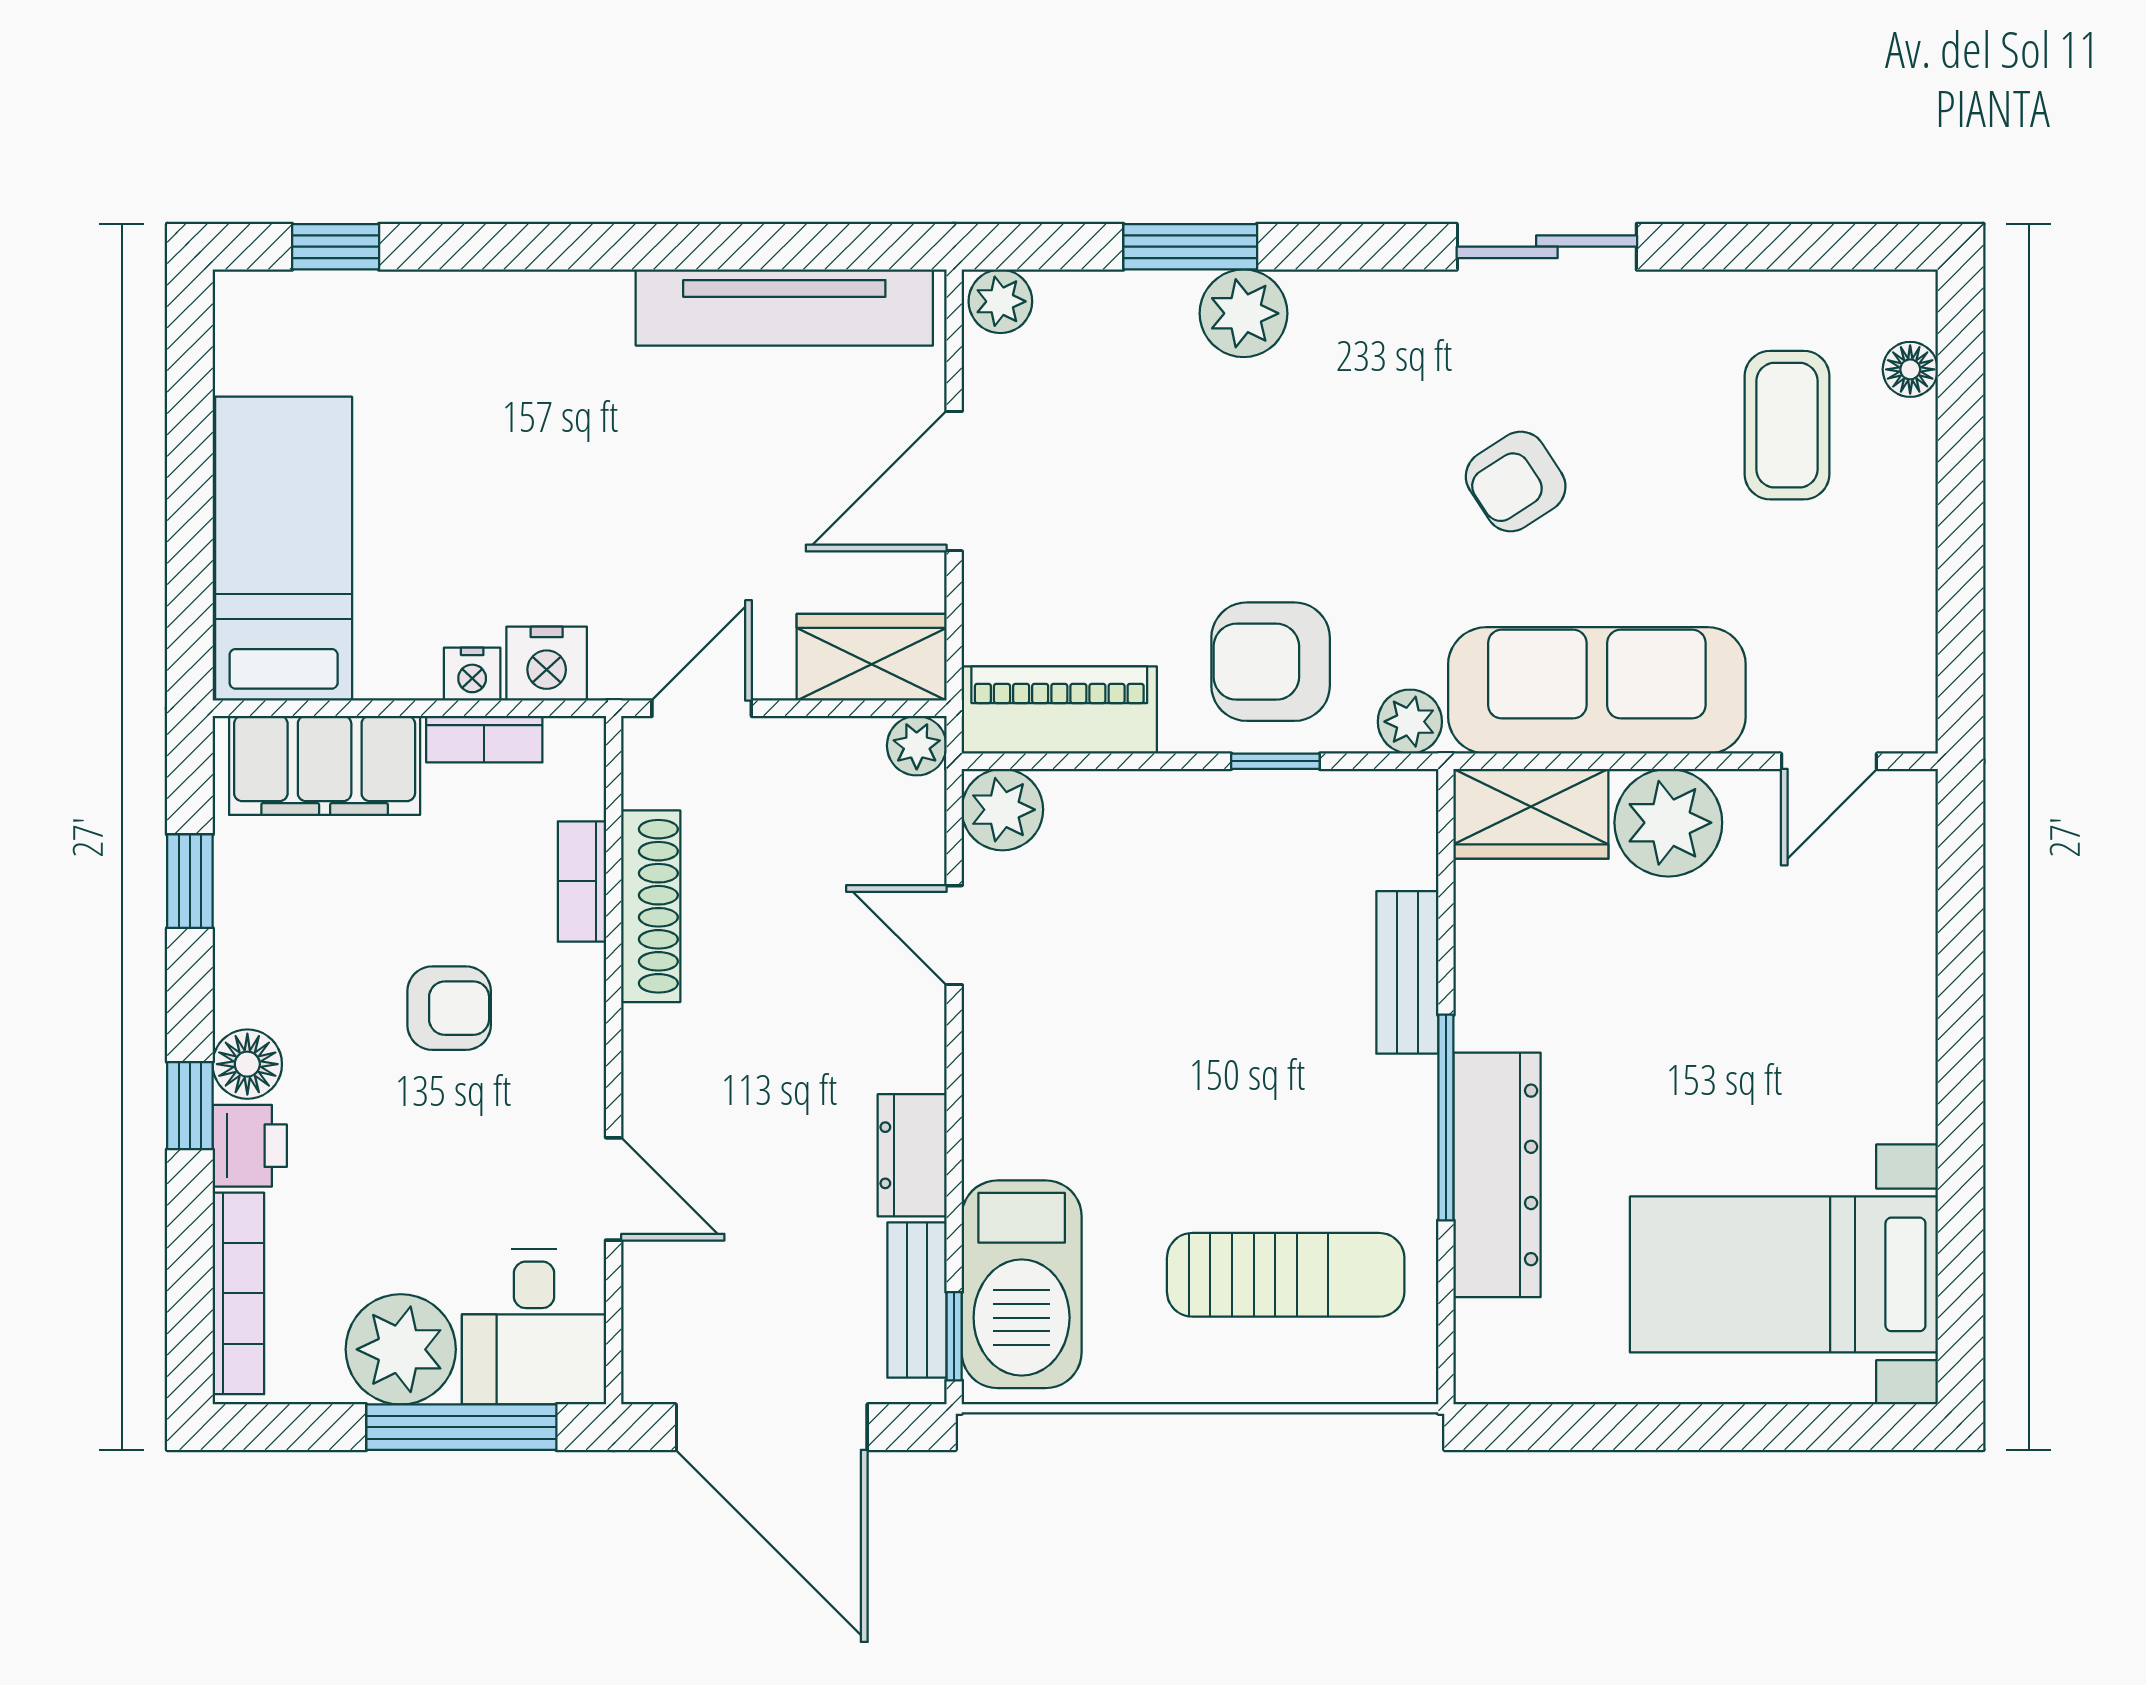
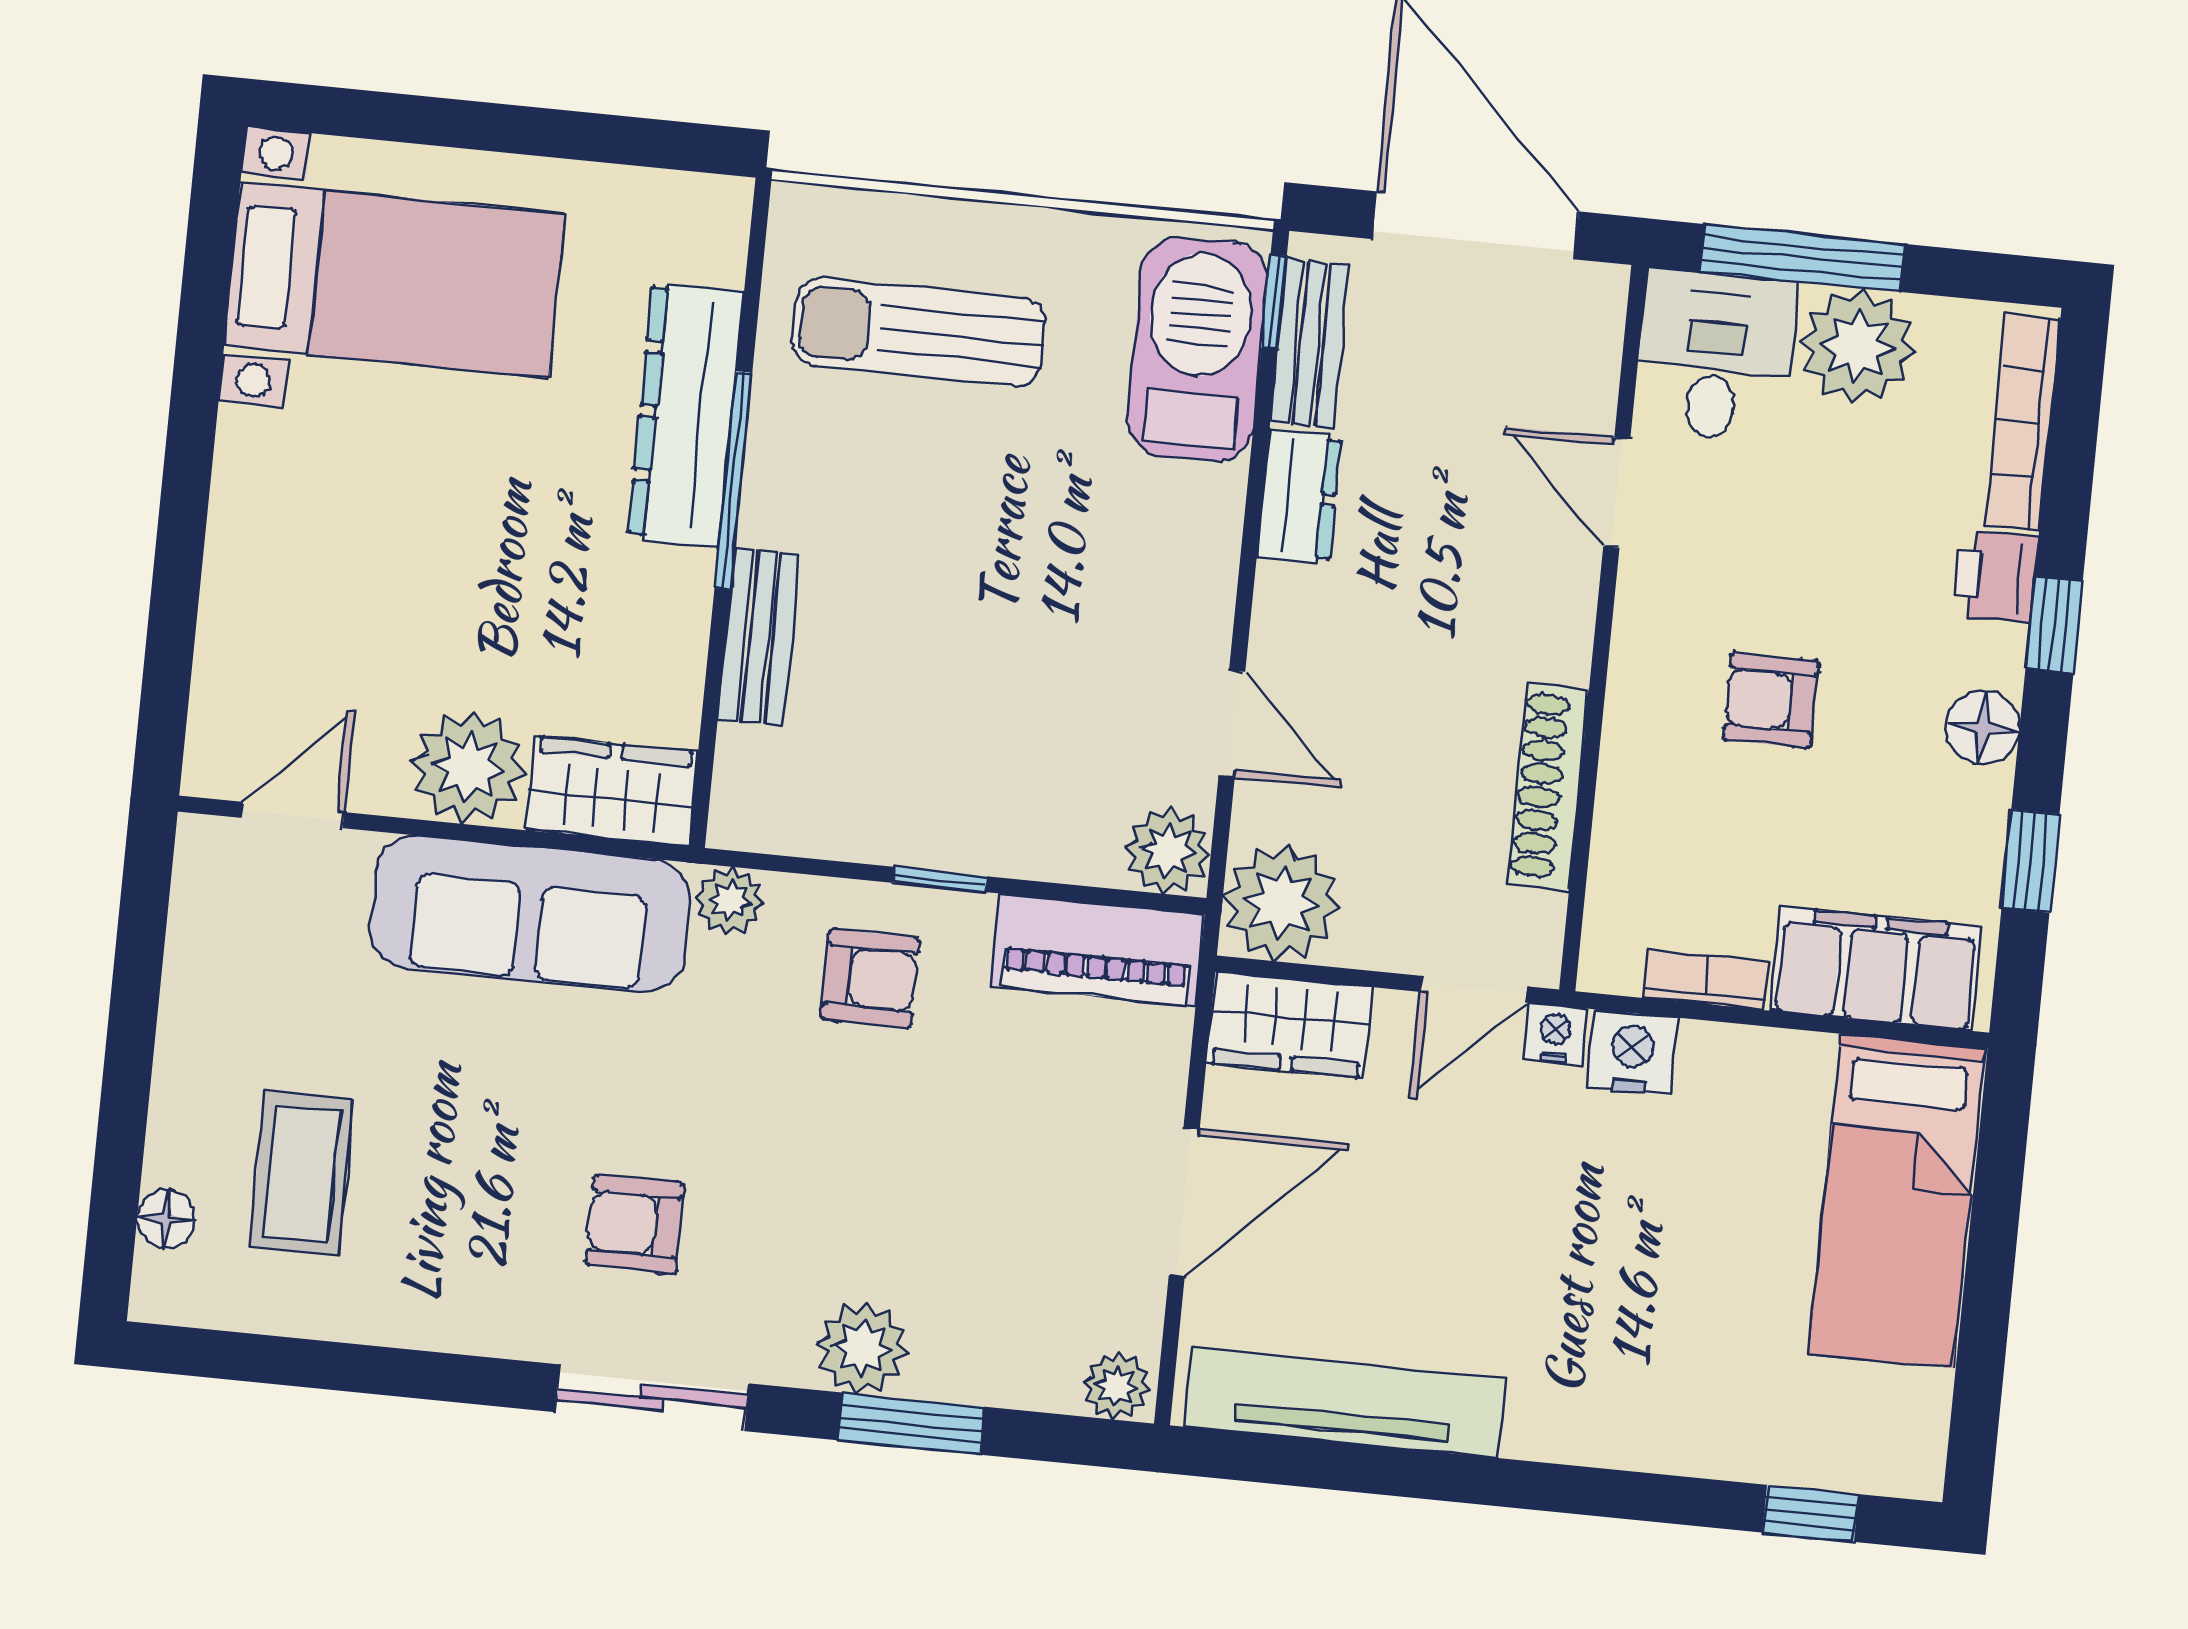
sliding door: (1547, 247) -> (652, 1398), moved
armchair: (1516, 482) -> (635, 1224), moved, turned -147
armchair: (1271, 662) -> (870, 978), width x0.72, depth x0.72
nightstand: (472, 674) -> (1555, 1034), moved
plant: (917, 746) -> (1281, 903), width x1.87, depth x1.87
window: (1275, 761) -> (940, 880), moved
bookcase: (582, 881) -> (1618, 820), removed
floor lamp: (247, 1064) -> (1983, 727), moved

